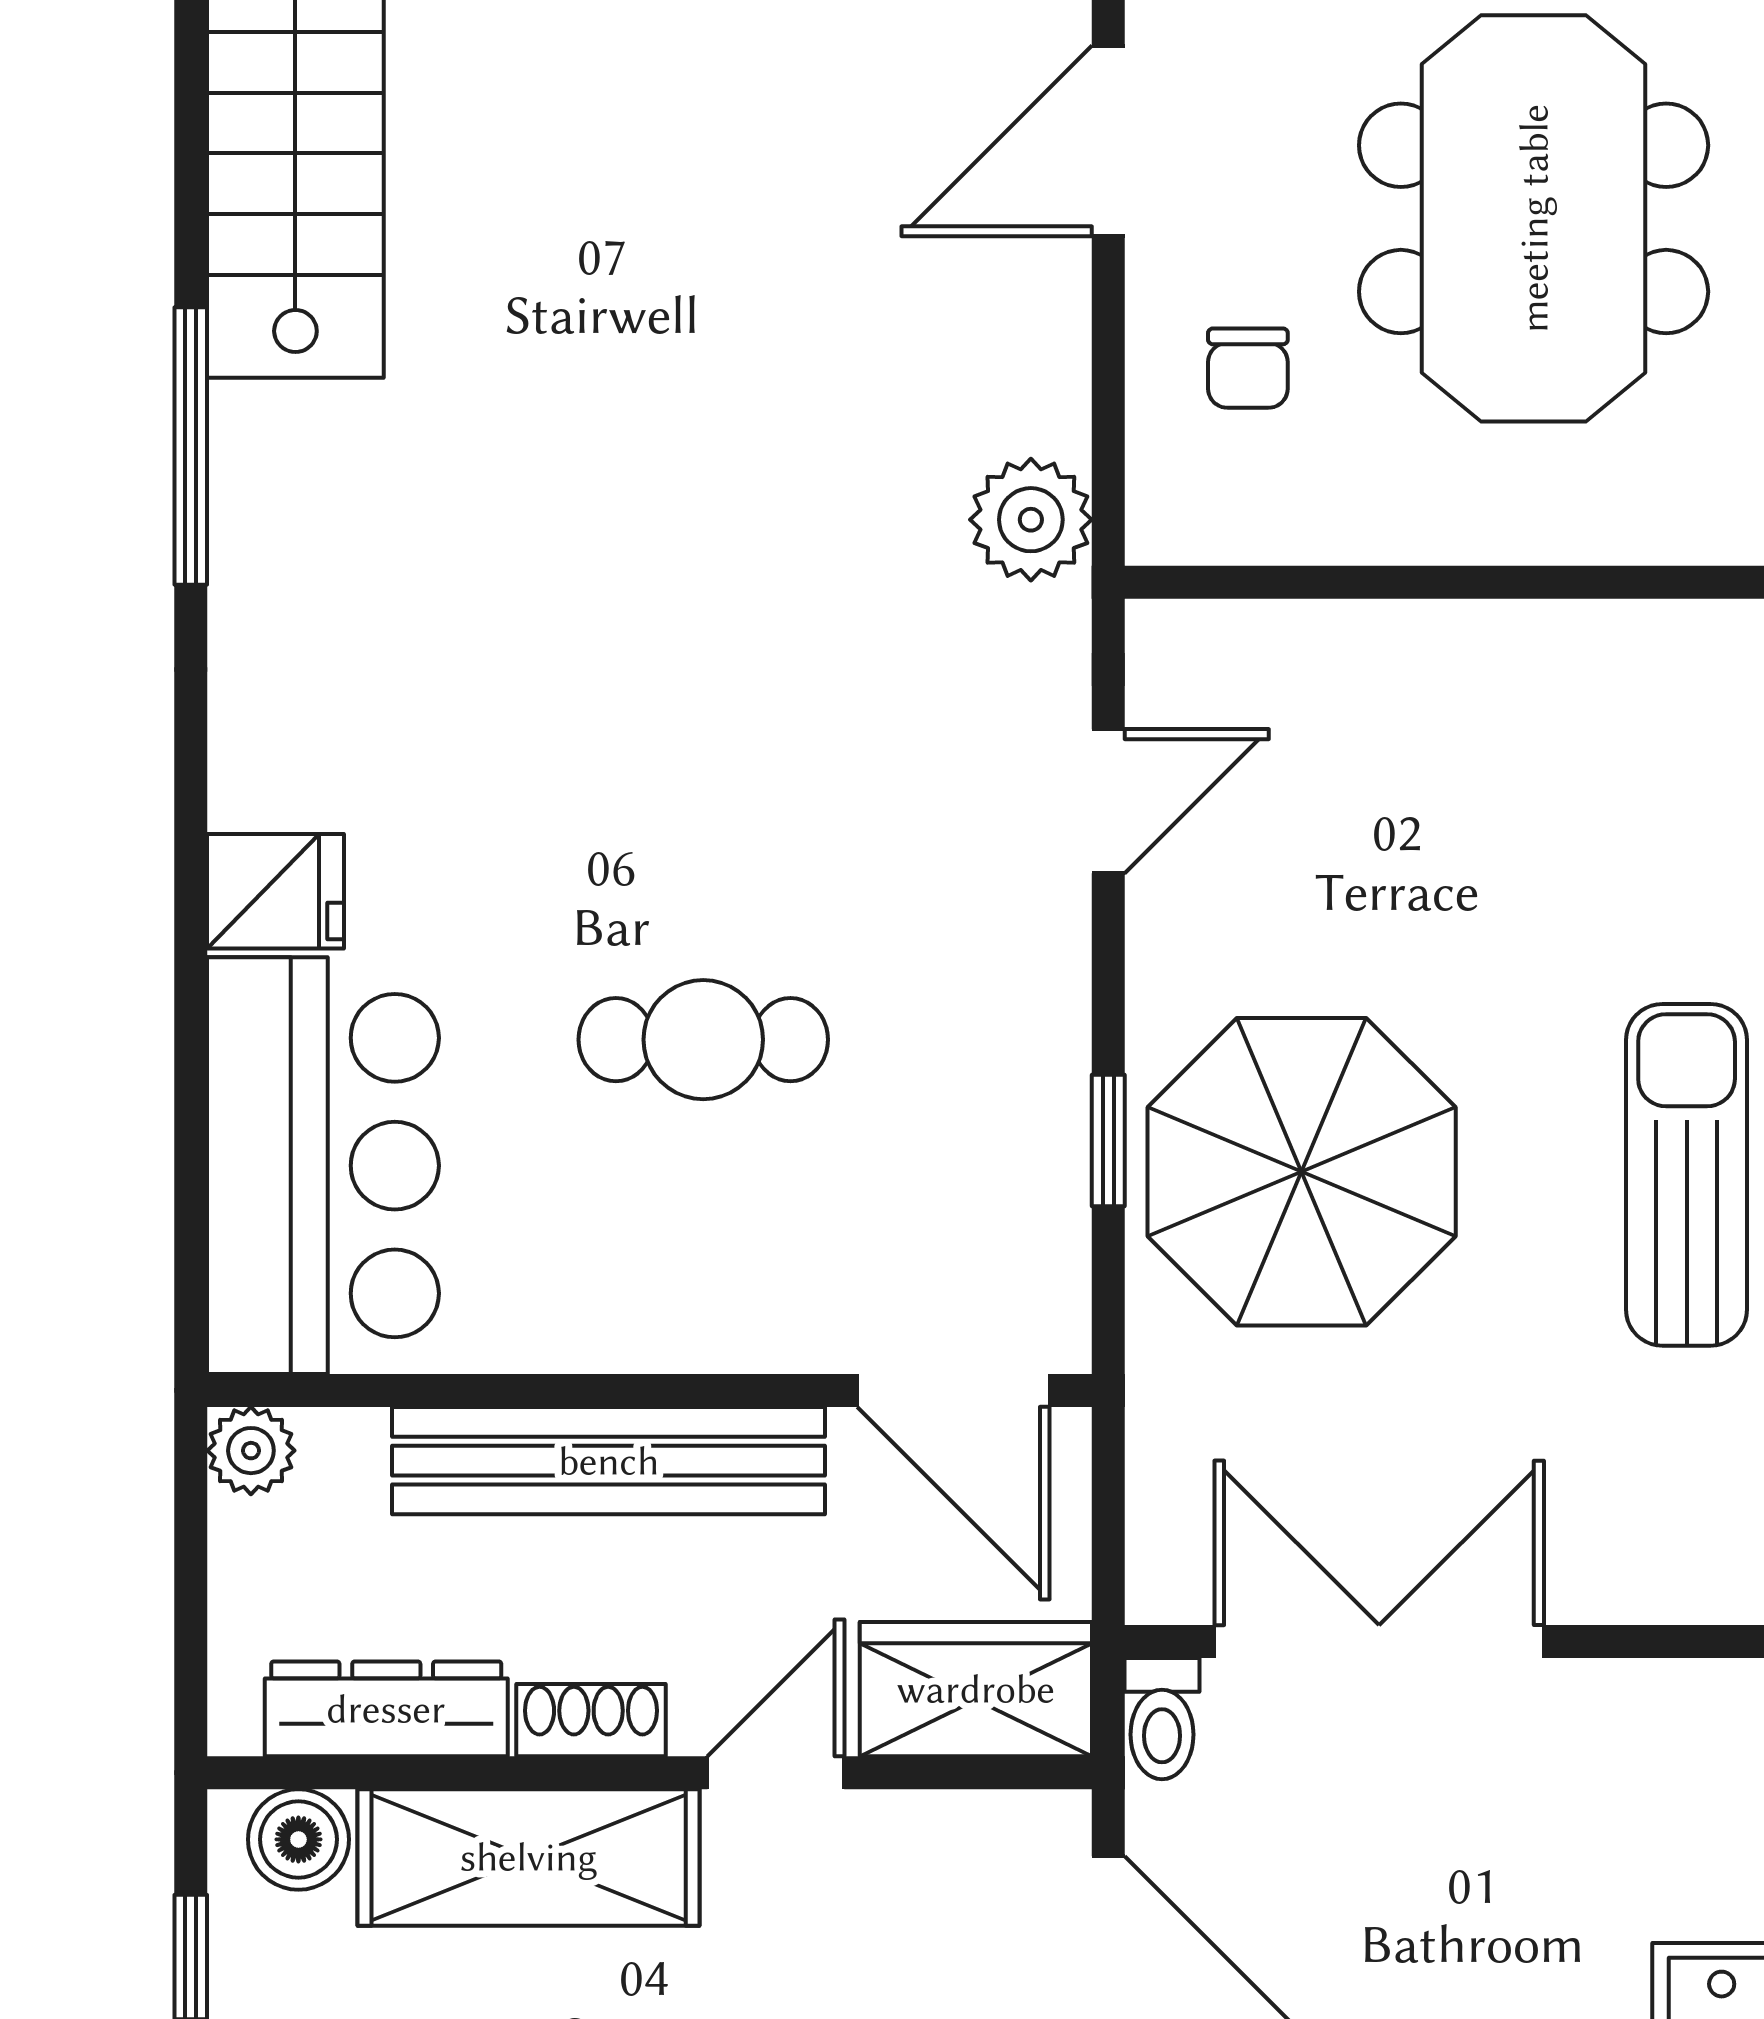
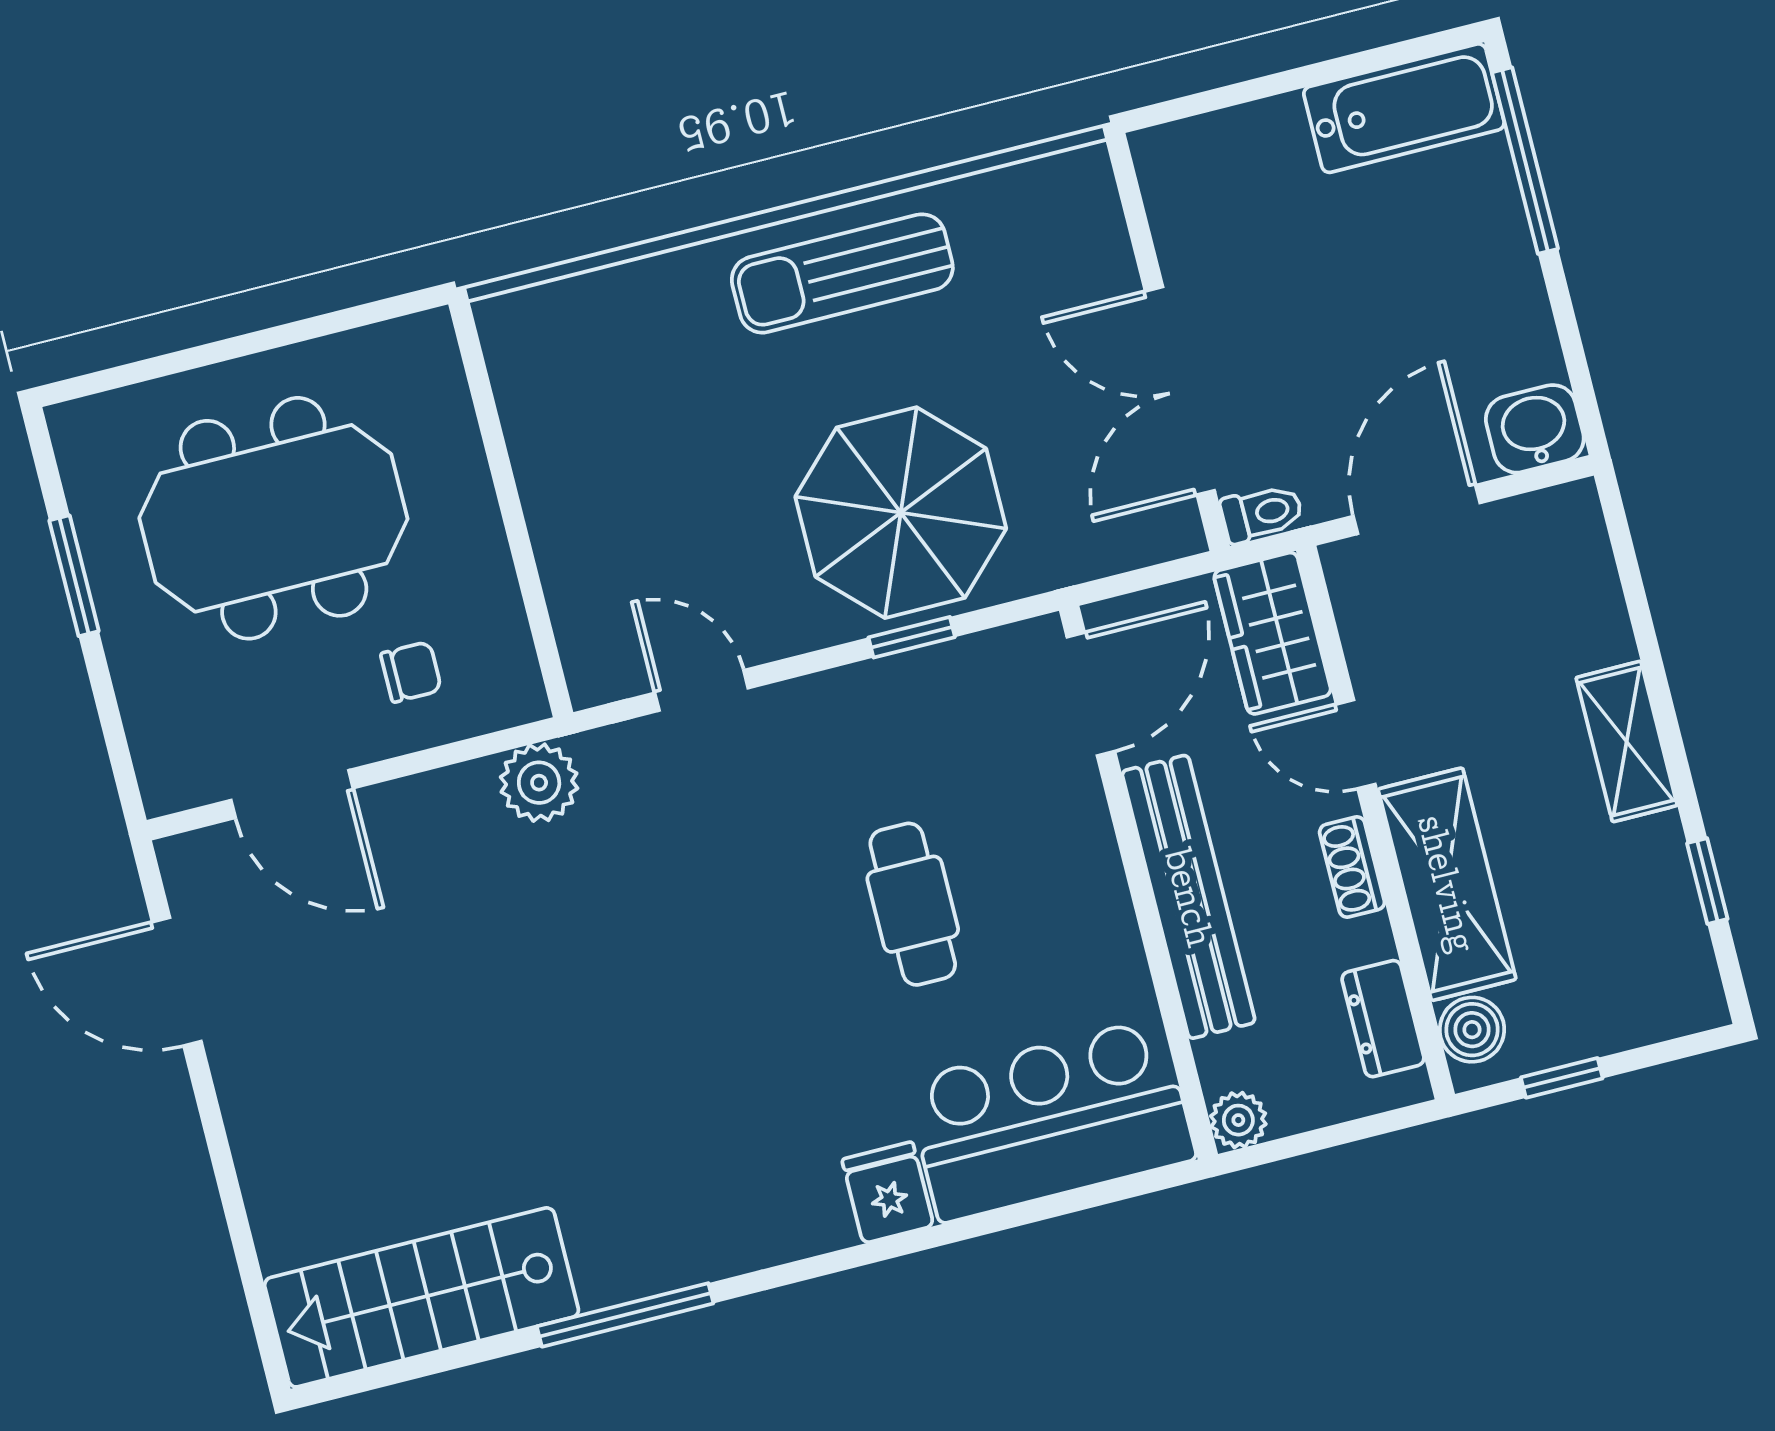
dresser: (386, 1709) -> (1383, 1019), width x0.70

